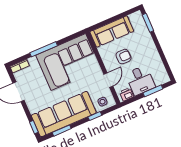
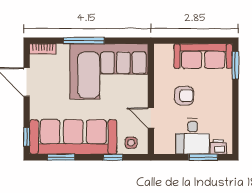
sofa: (112, 31) -> (203, 56), moved
door: (108, 80) -> (151, 118), swing flipped
printer: (127, 94) -> (218, 147), moved

